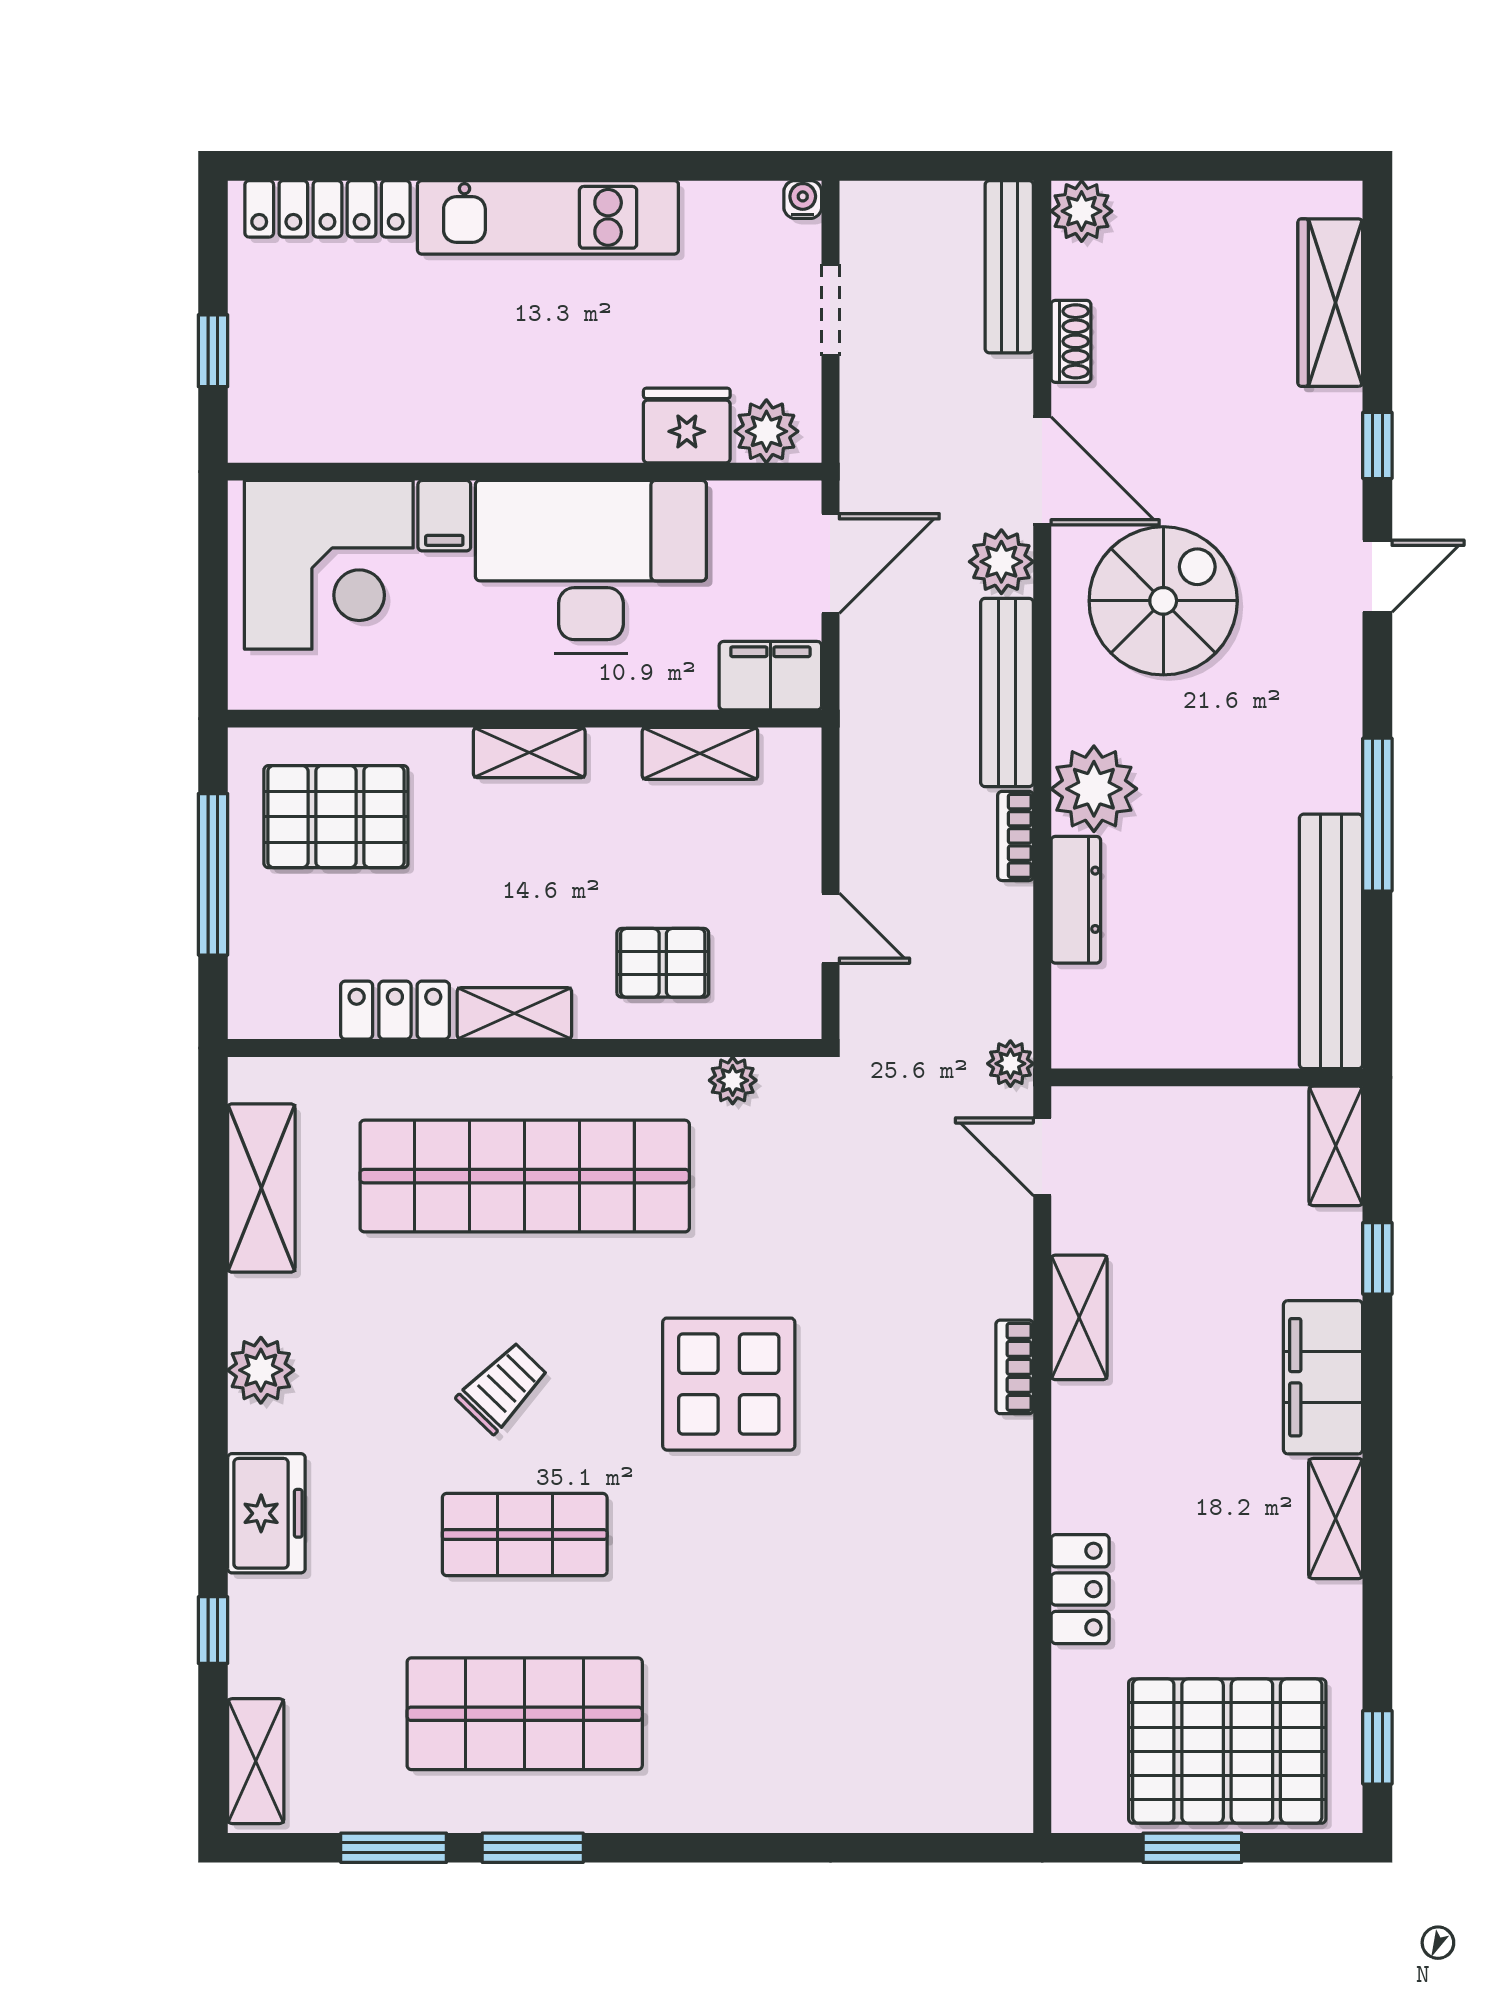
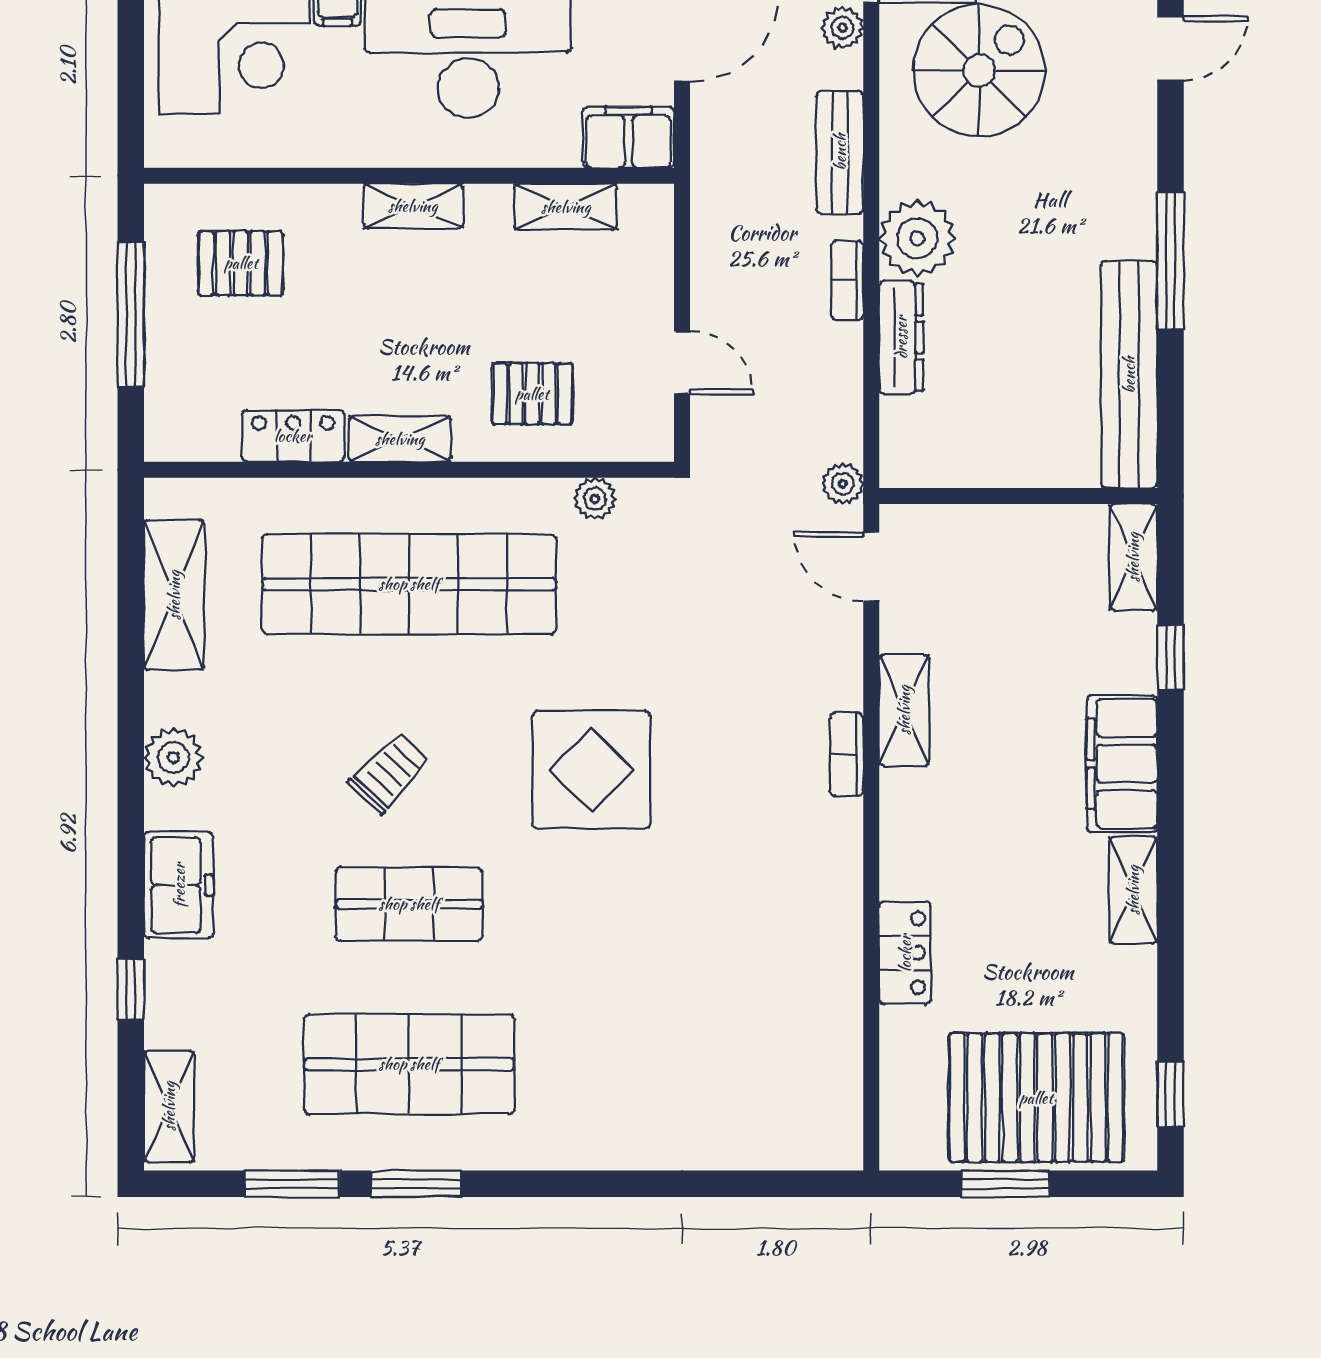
plant: (1001, 562) -> (842, 28), width x0.73, depth x0.73
bench: (1007, 692) -> (840, 152), width x0.73
pallet: (336, 817) -> (241, 263), width x0.67, depth x0.71

